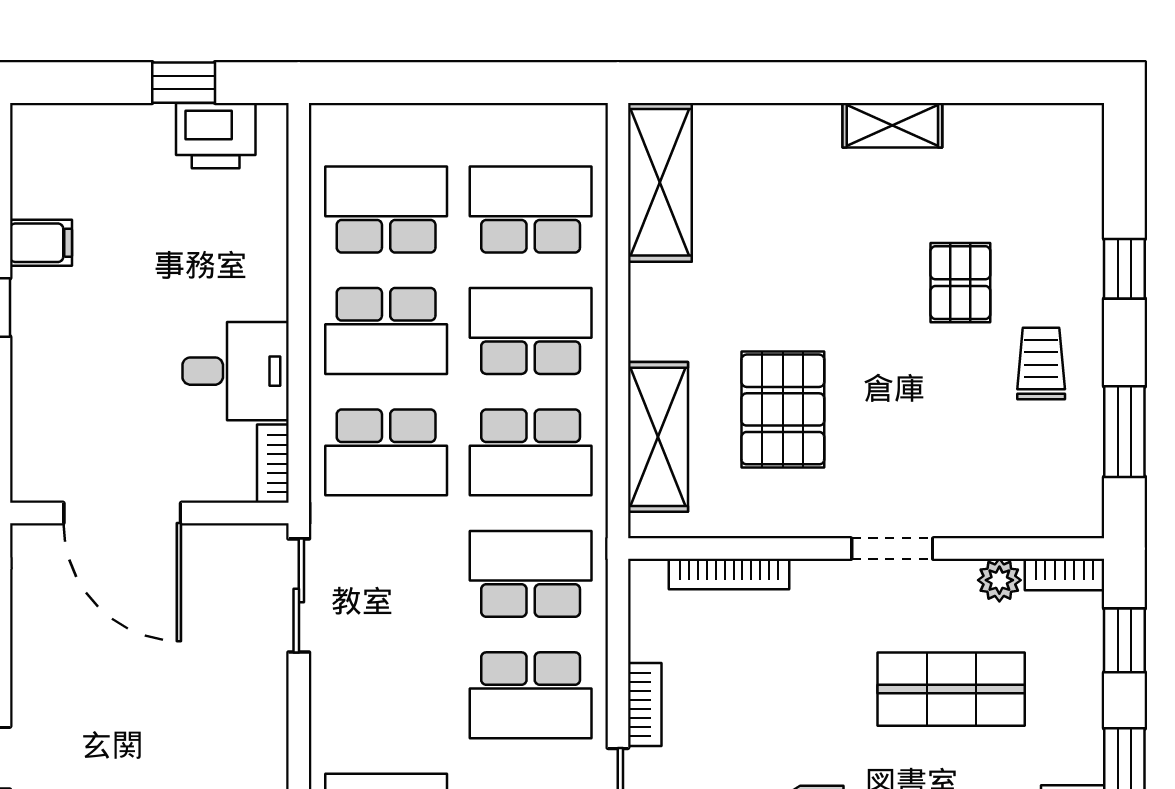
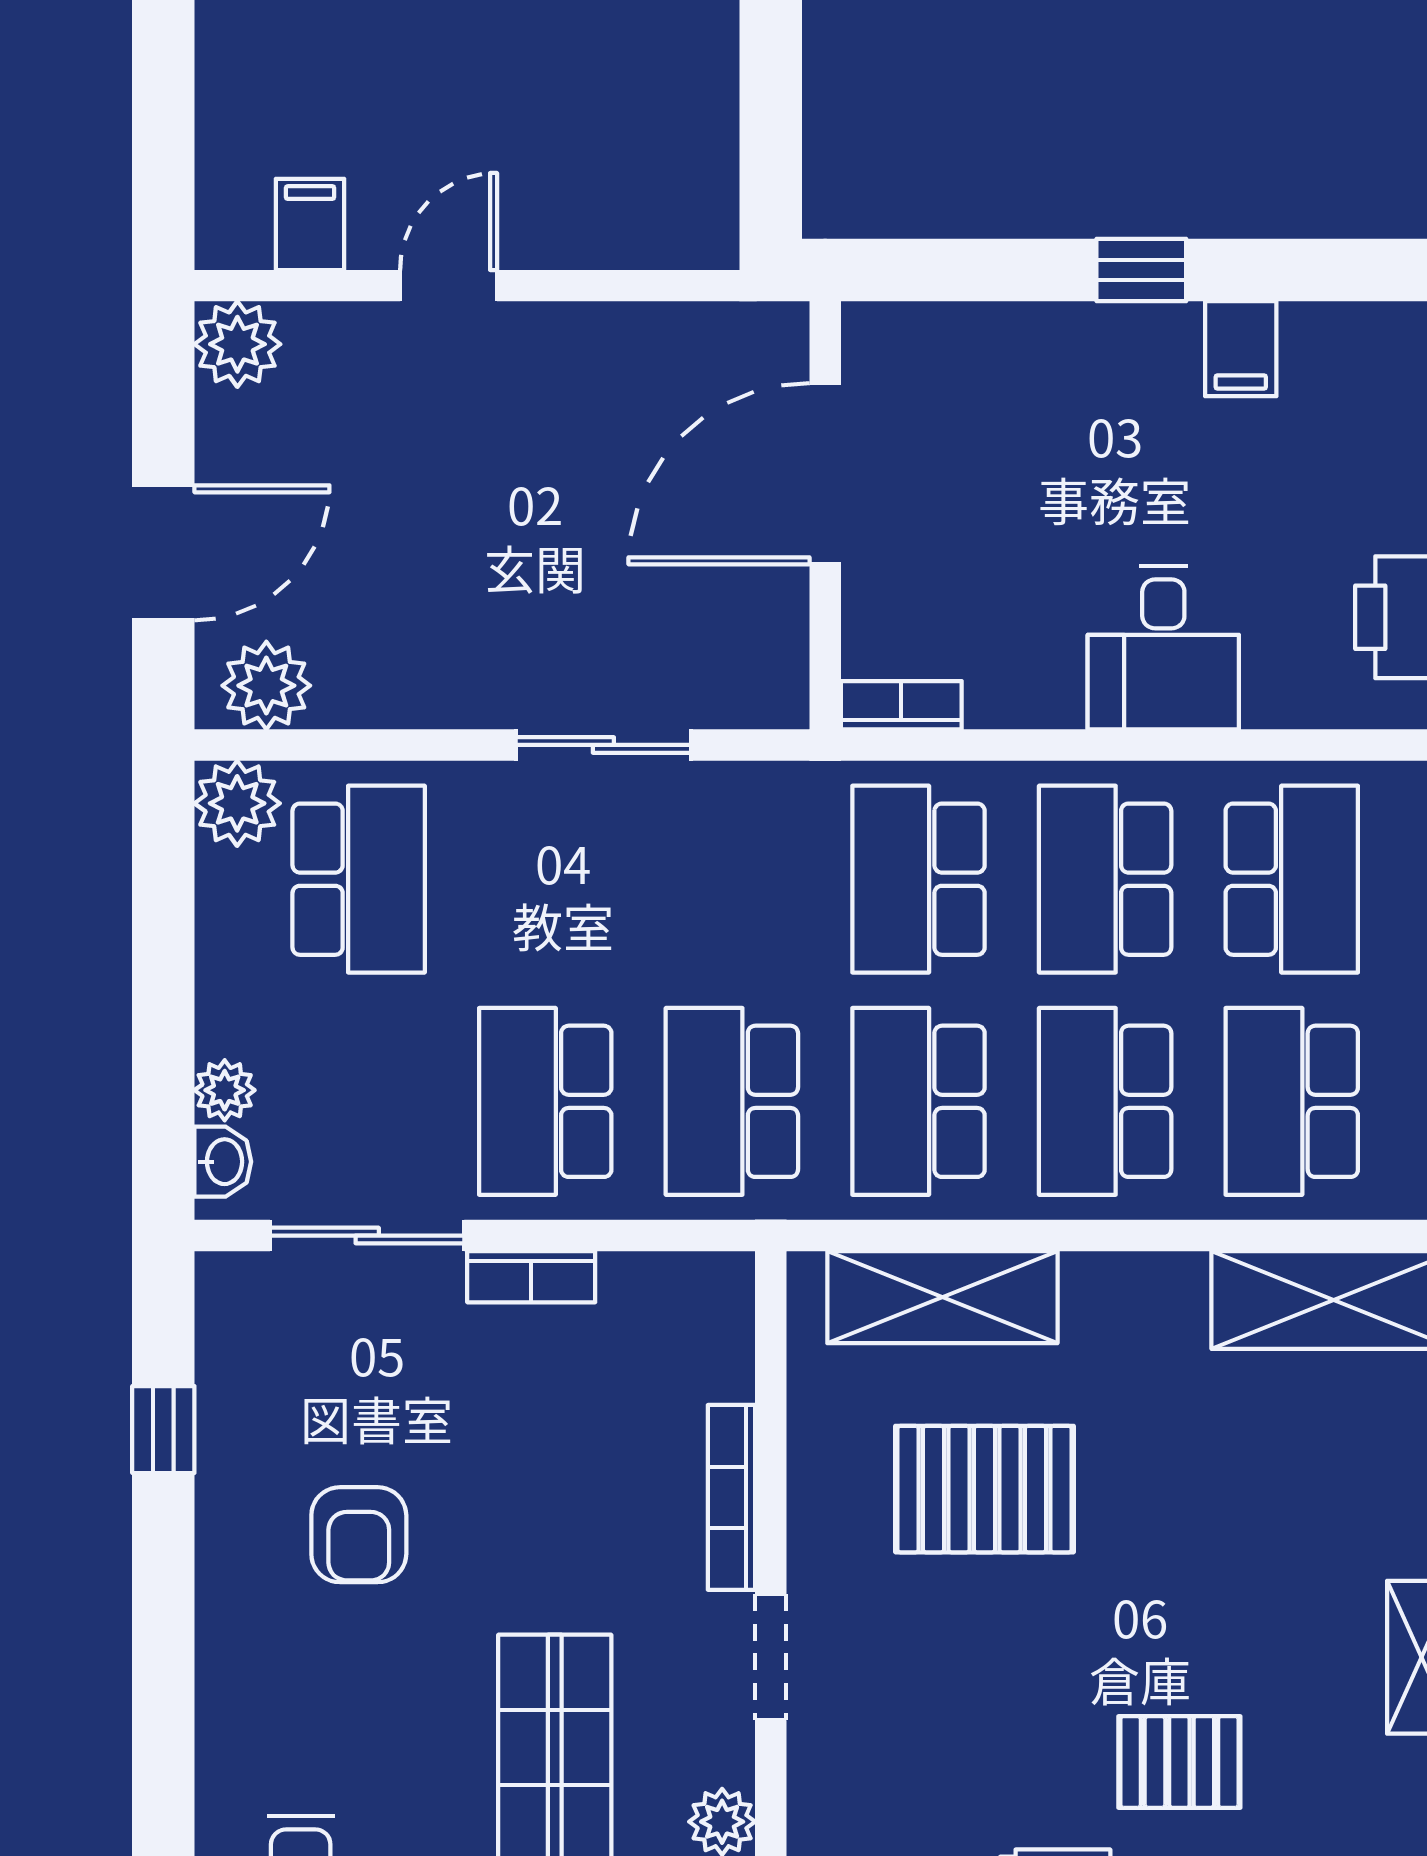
school desk: (531, 210) -> (1292, 1101), turned 180
school desk: (531, 331) -> (1105, 1101), turned 180
desk: (236, 371) -> (1163, 648), moved
school desk: (531, 574) -> (732, 1101), turned 180
bookcase: (729, 574) -> (731, 1497), moved
sliding door: (299, 595) -> (603, 745), moved

